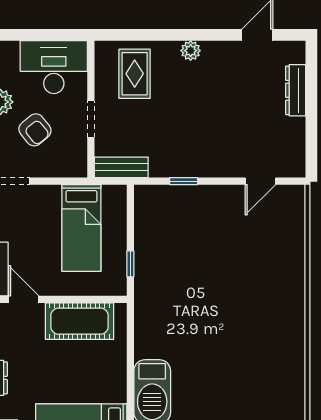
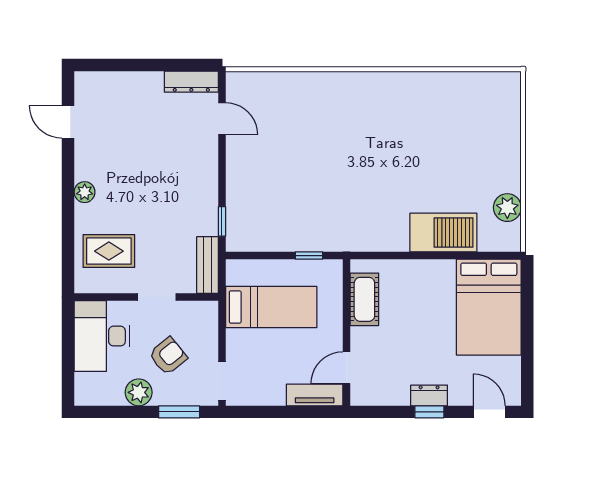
dresser: (296, 90) -> (191, 82), moved
window: (184, 181) -> (222, 221), moved
cot: (80, 321) -> (364, 299), width x0.73, depth x0.75

